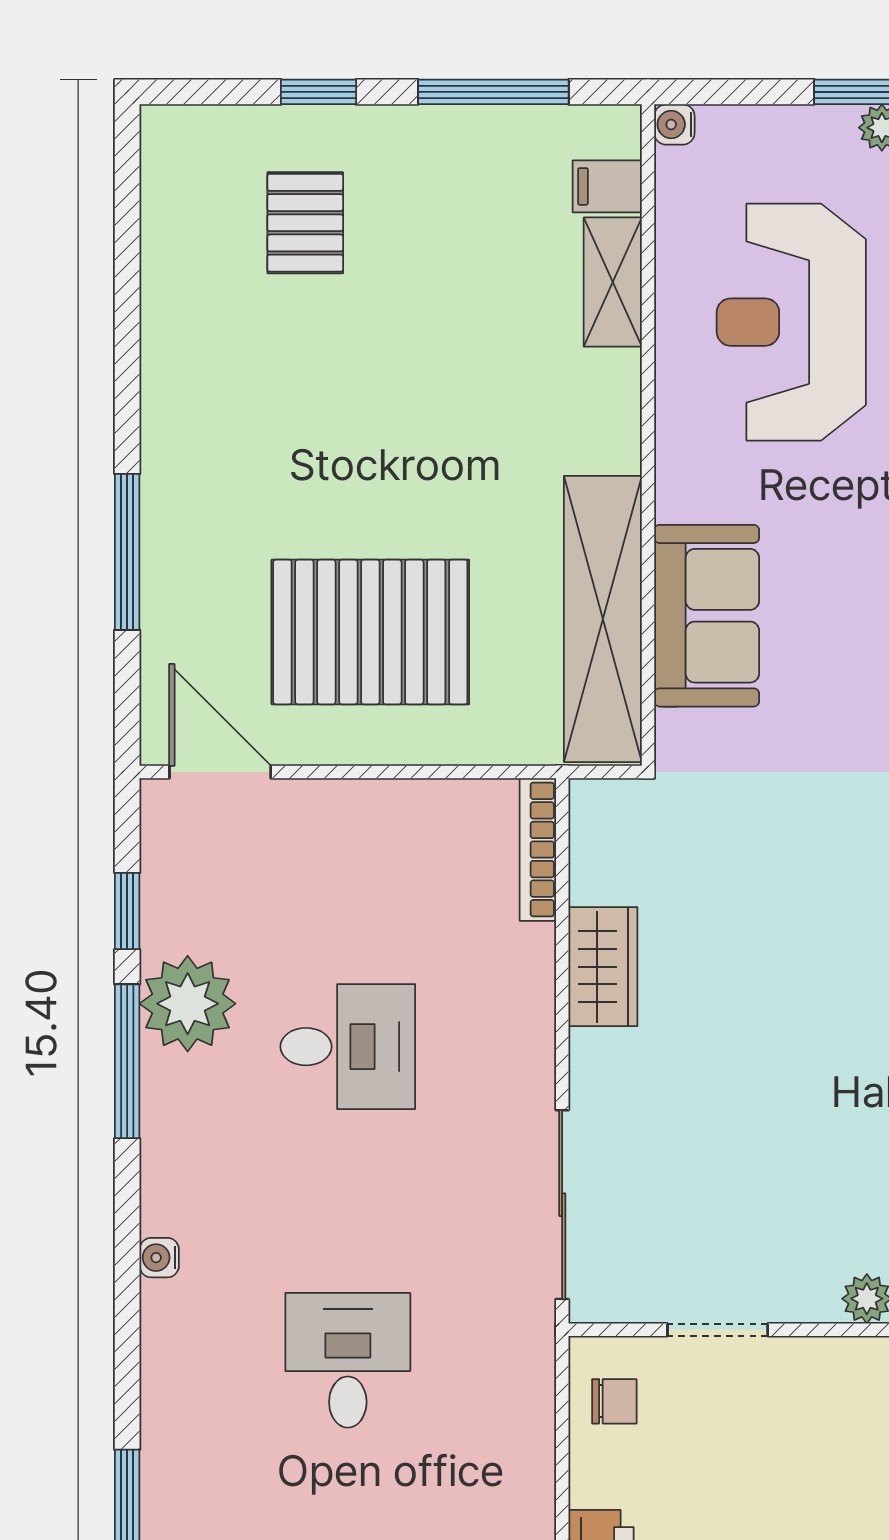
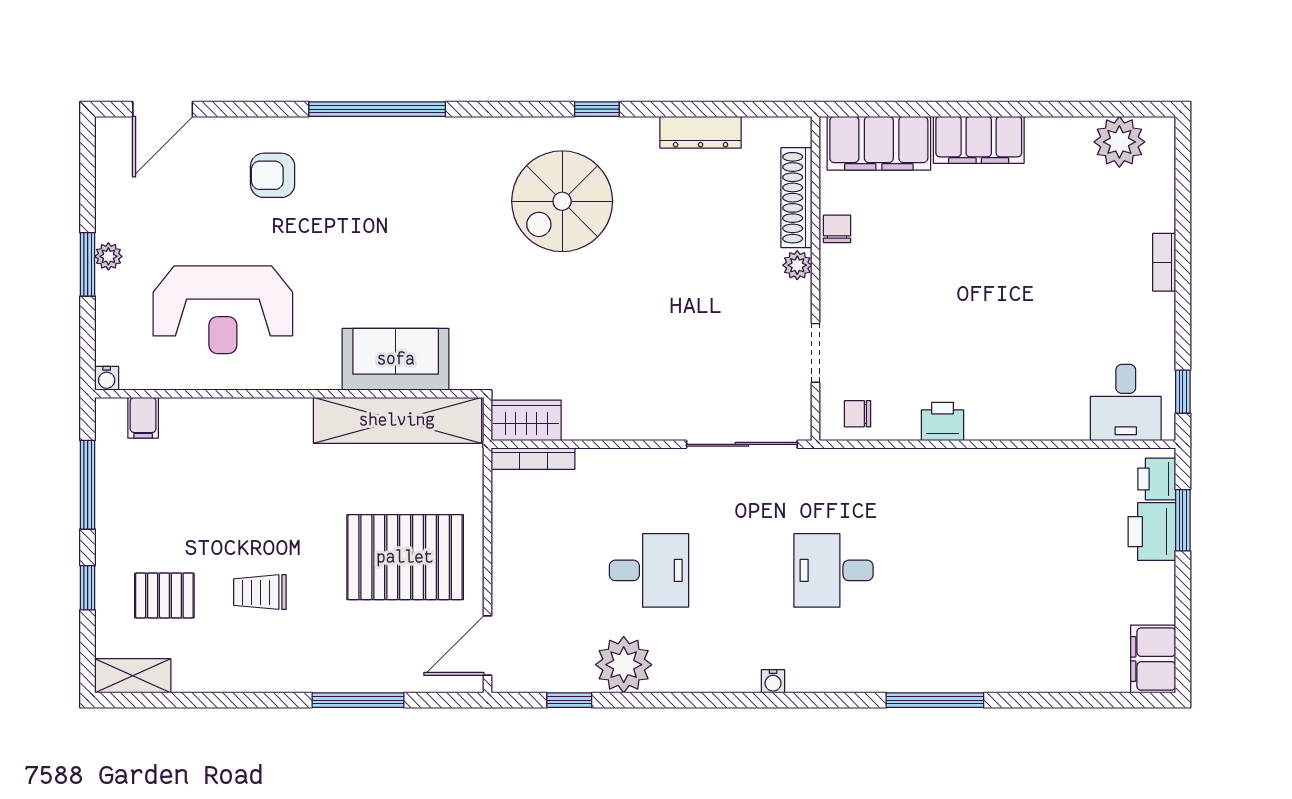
shelving: (613, 282) -> (133, 676), moved
trolley: (311, 385) -> (260, 592), added
pallet: (370, 632) -> (405, 557), turned 90
wardrobe: (603, 967) -> (526, 420), moved
desk: (348, 1047) -> (649, 570), turned 90
window: (127, 1061) -> (658, 700), removed
chair: (614, 1401) -> (858, 414), turned -90

